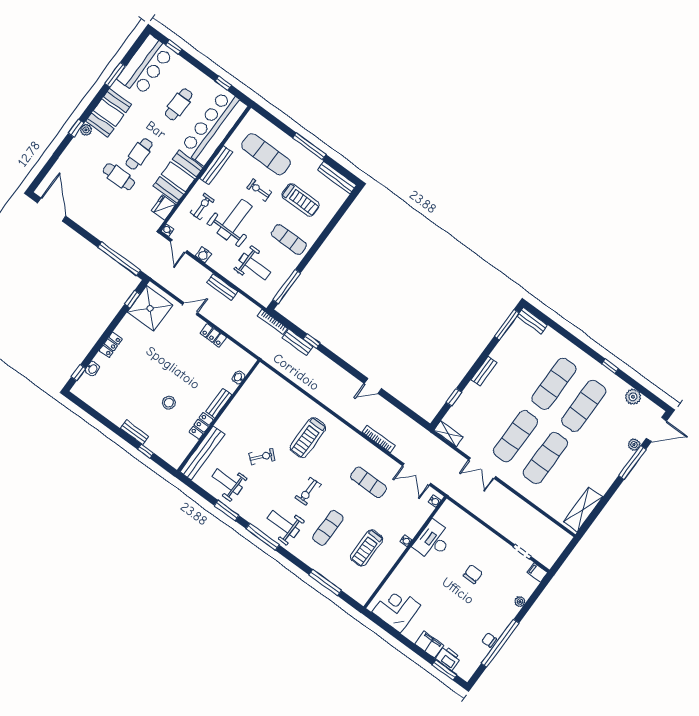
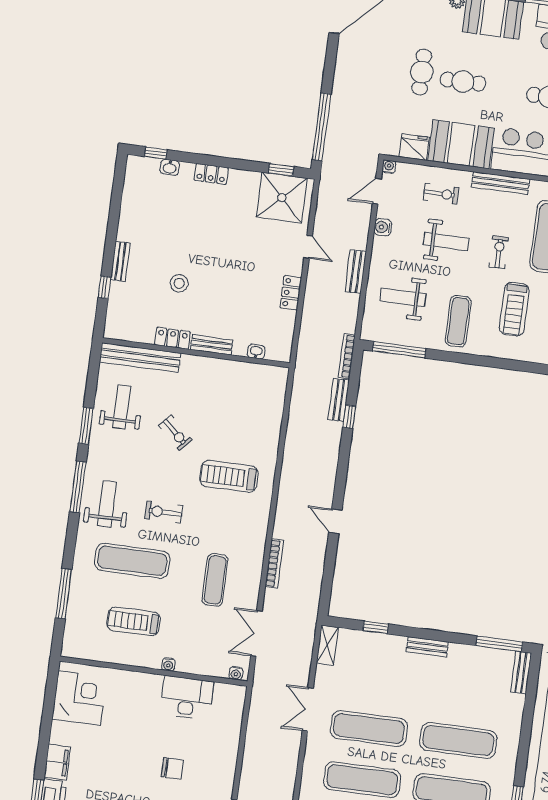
weight bench: (234, 220) -> (446, 241), width x0.73, depth x0.75
weight bench: (255, 266) -> (403, 297), turned 90
exercise mat: (328, 528) -> (132, 561), width x1.36, depth x1.45

